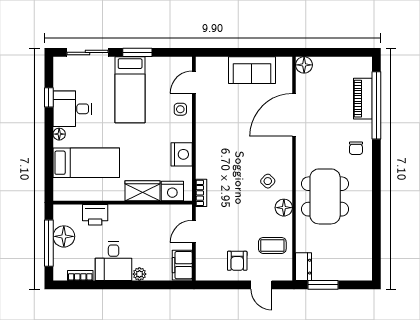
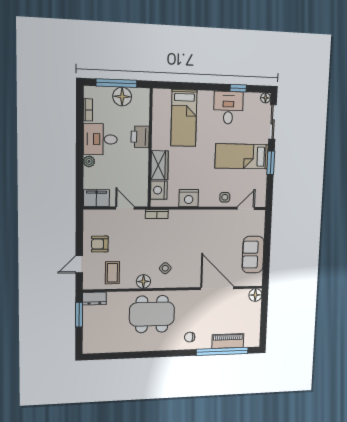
door: (194, 82) -> (246, 208), hinge flipped
floor lamp: (59, 134) -> (266, 98), moved
printer: (95, 215) -> (140, 137), moved

